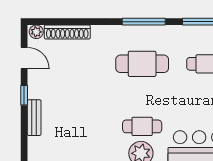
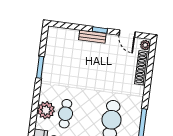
door: (24, 58) -> (127, 34), hinge flipped
bench: (34, 118) -> (92, 37), moved

